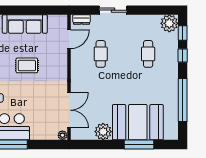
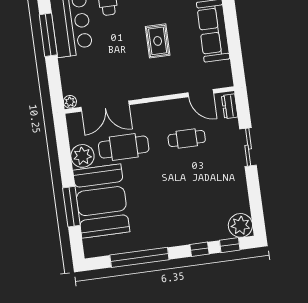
cafe table: (148, 54) -> (124, 147), moved, width x1.37, depth x1.35

